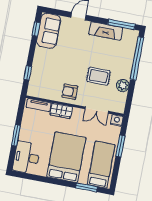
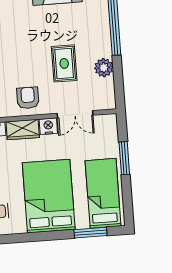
rug: (98, 76) -> (64, 63), turned 90
armchair: (70, 92) -> (28, 98), turned 90
nightstand: (117, 120) -> (48, 126), moved

